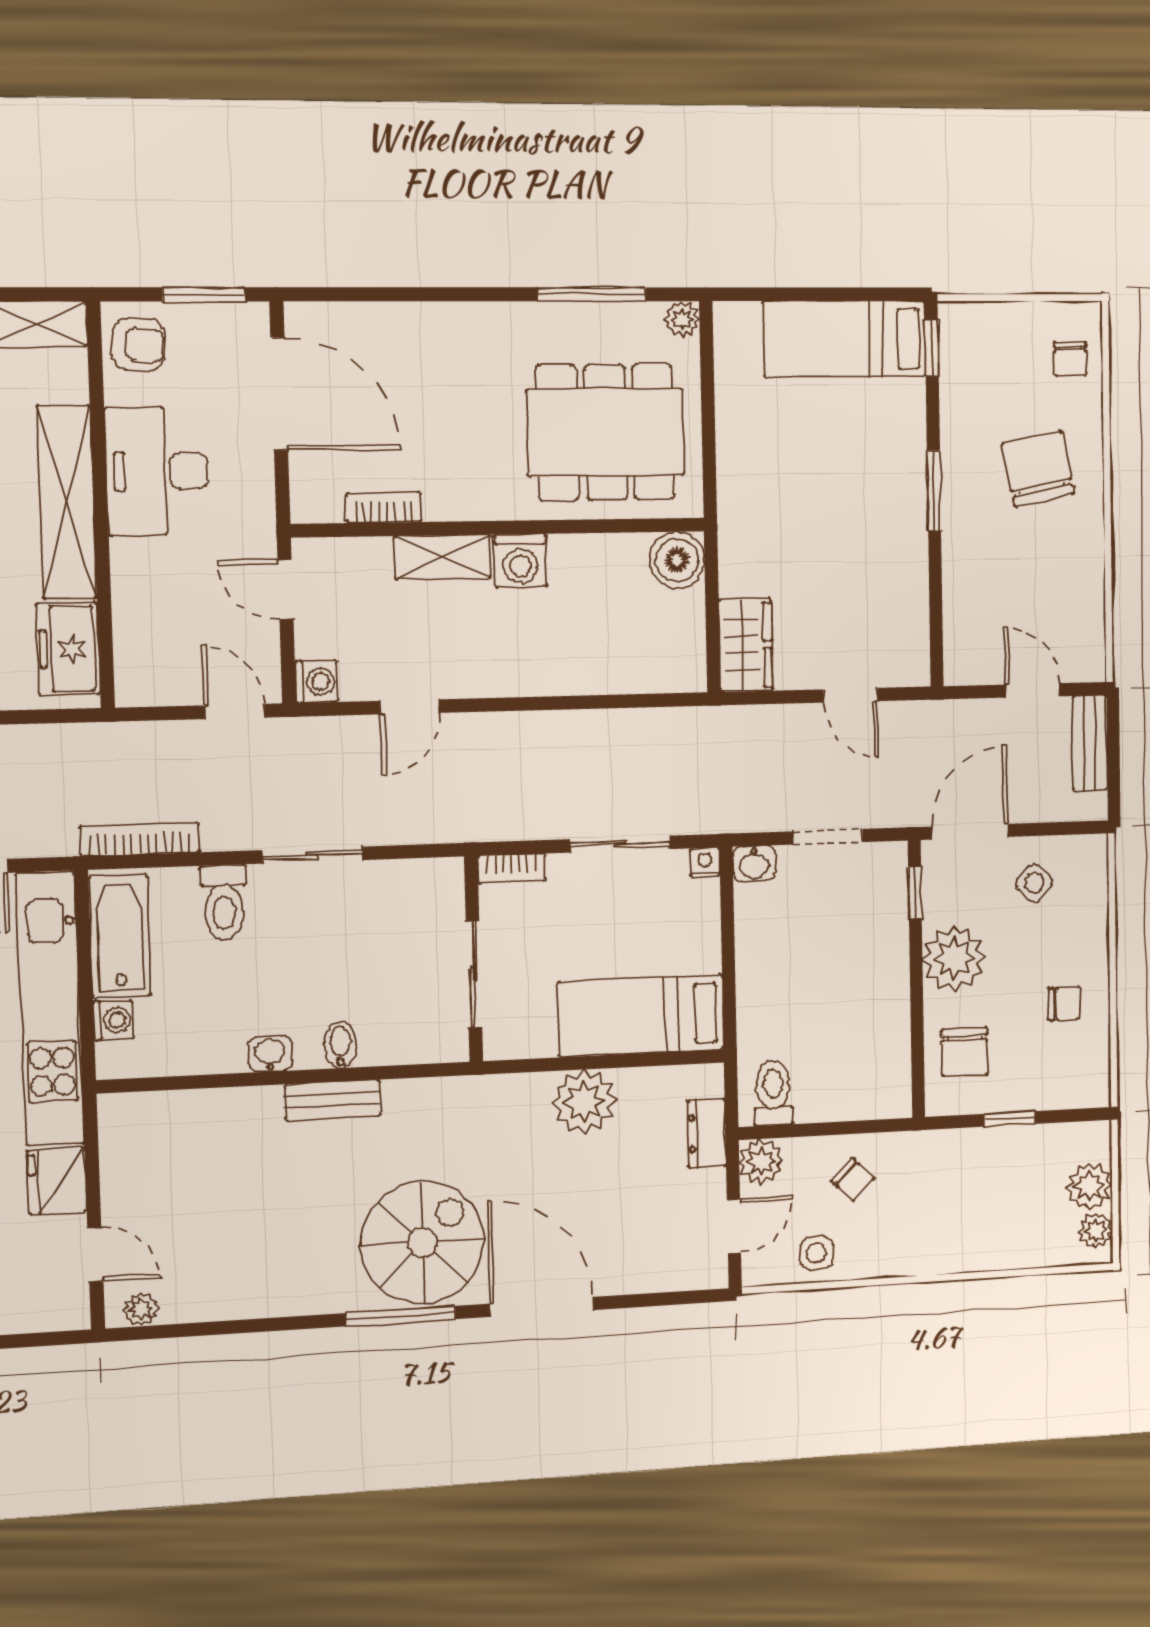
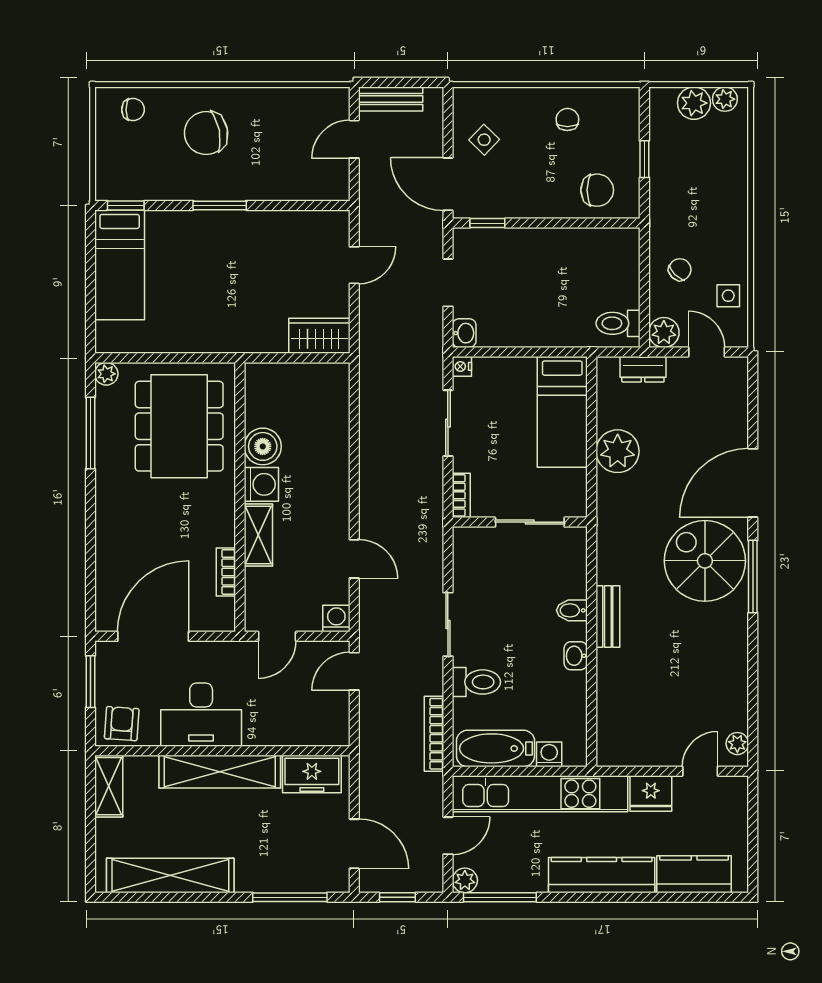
boiler: (677, 560) -> (263, 446), moved
plant: (954, 958) -> (533, 196), removed

